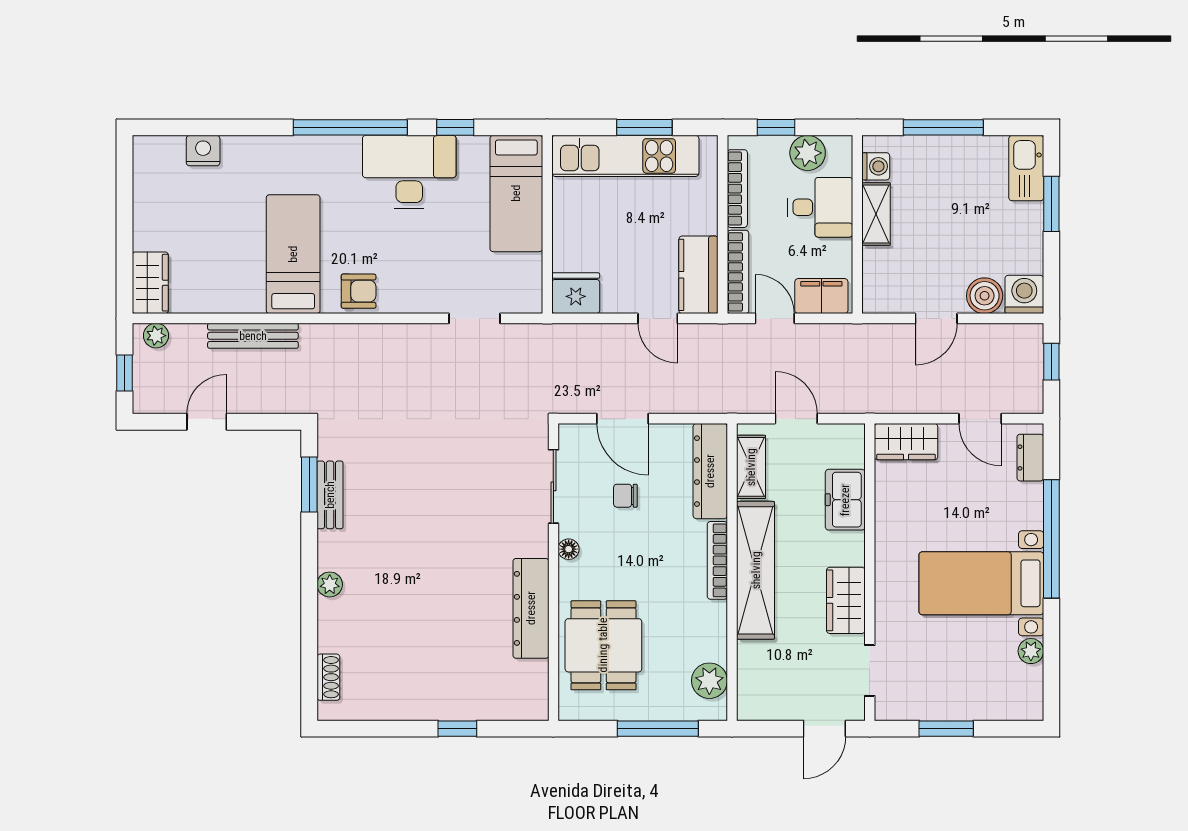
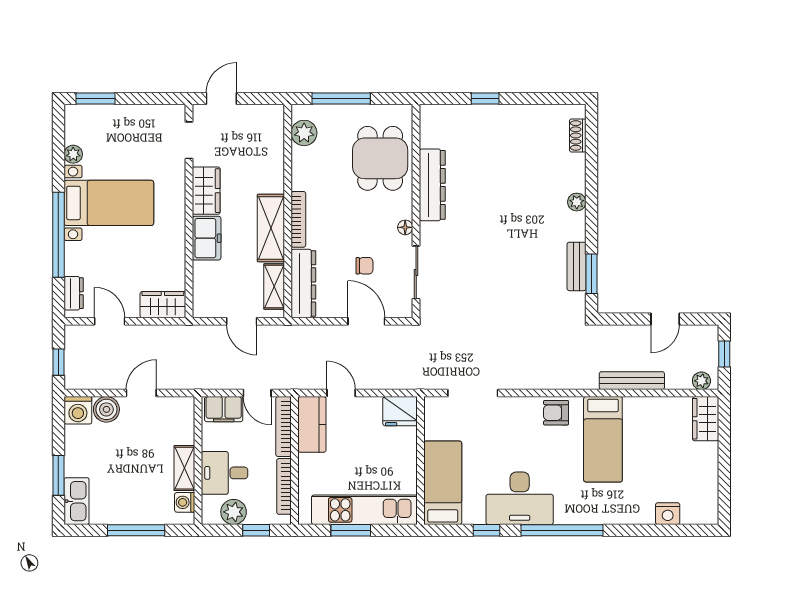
doorway: (474, 318) -> (473, 393), width x1.38
freezer: (845, 500) -> (207, 238), moved
shelving: (756, 570) -> (271, 228), width x0.68
window: (946, 729) -> (96, 99), moved

